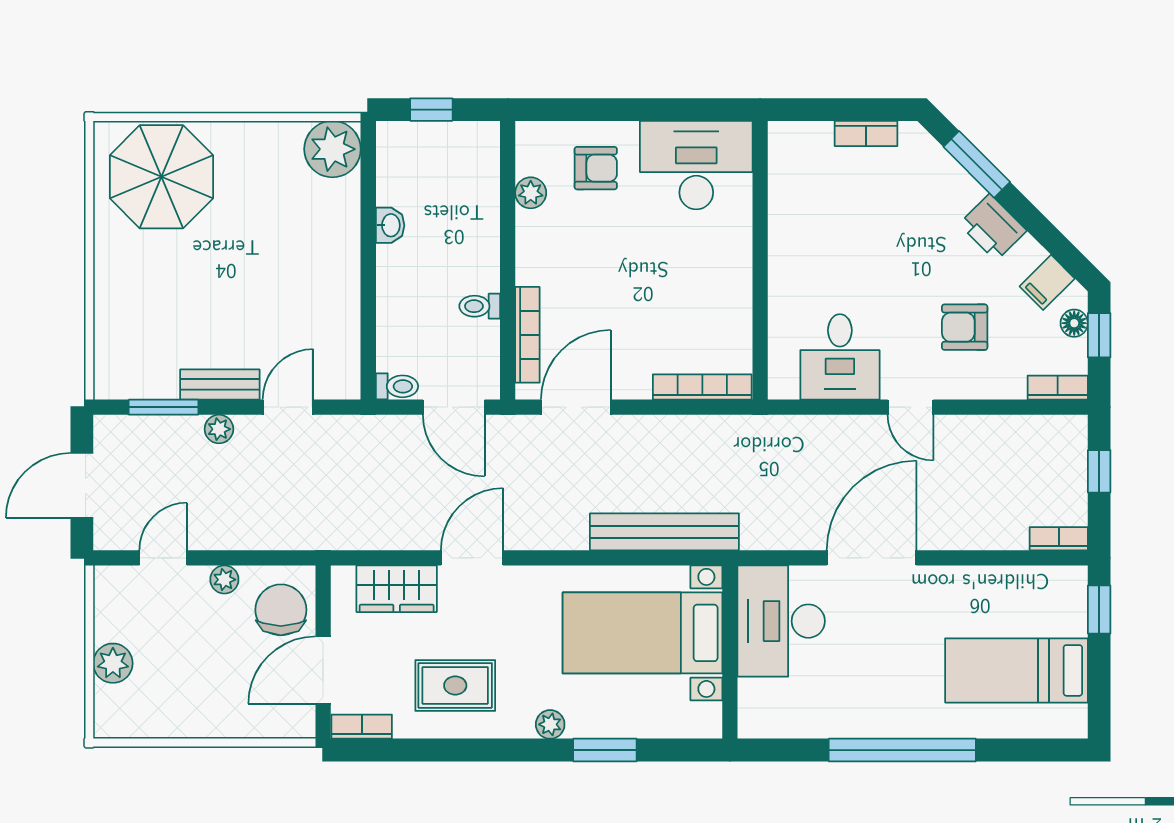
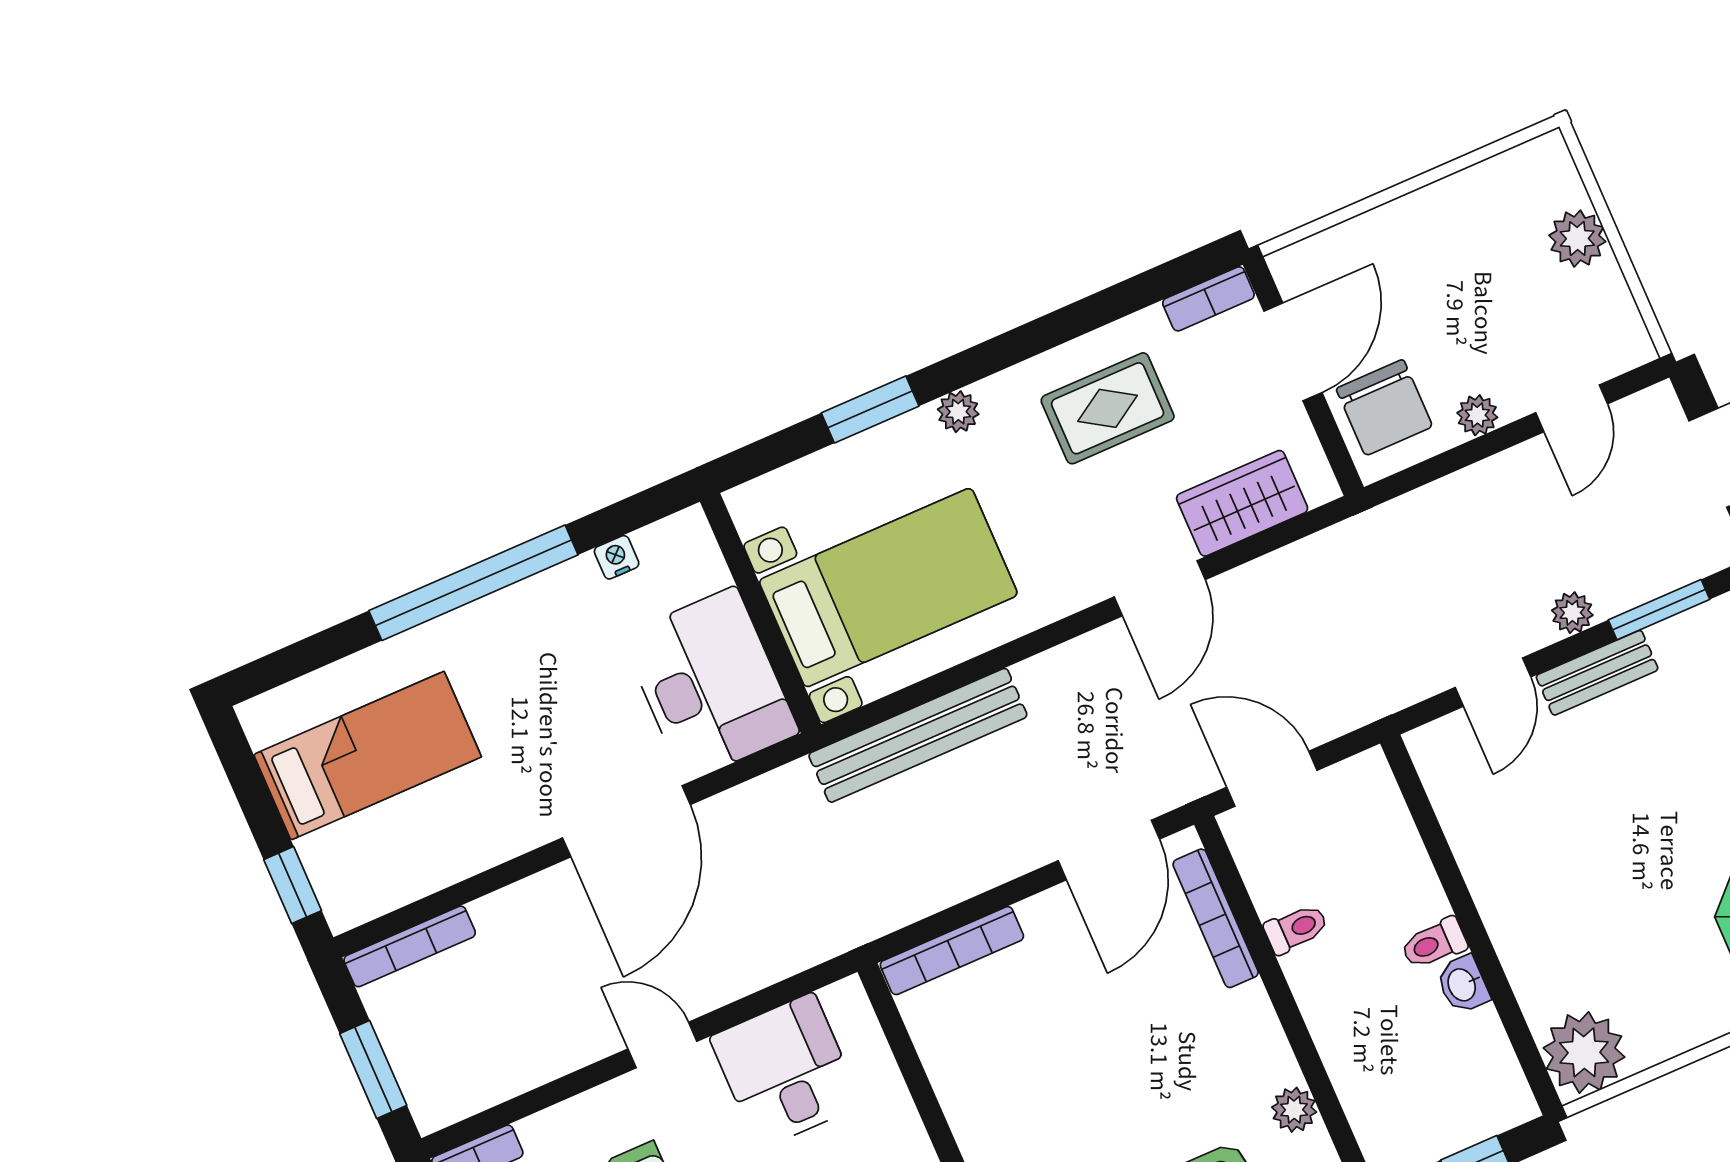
toilet: (397, 386) -> (1434, 944), moved
window: (1099, 471) -> (373, 1069), width x1.50
bookcase: (1059, 539) -> (410, 946), width x1.56
nightstand: (805, 727) -> (617, 557), added

